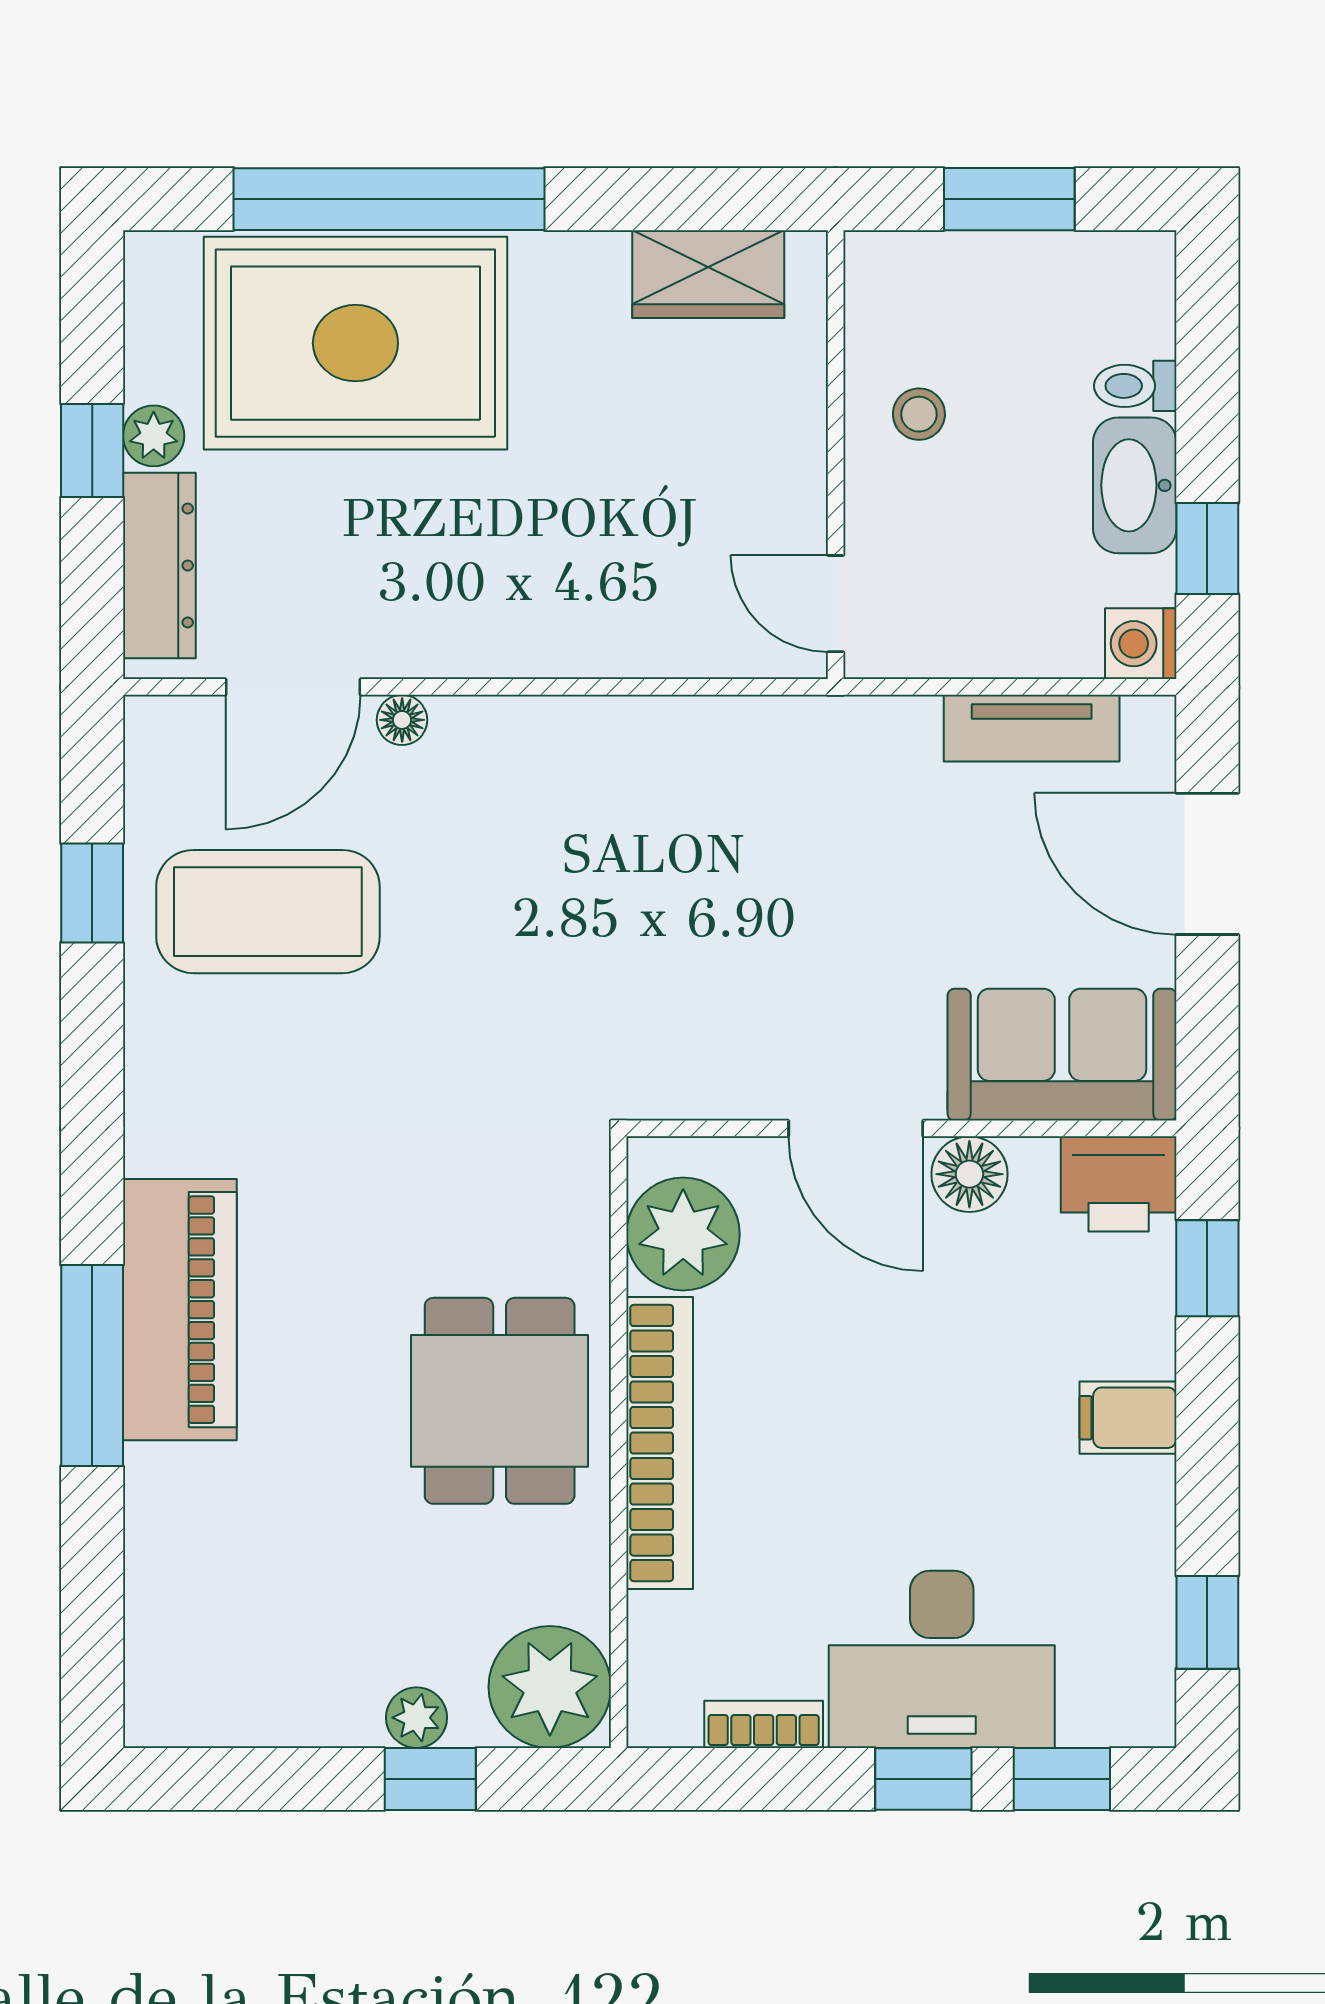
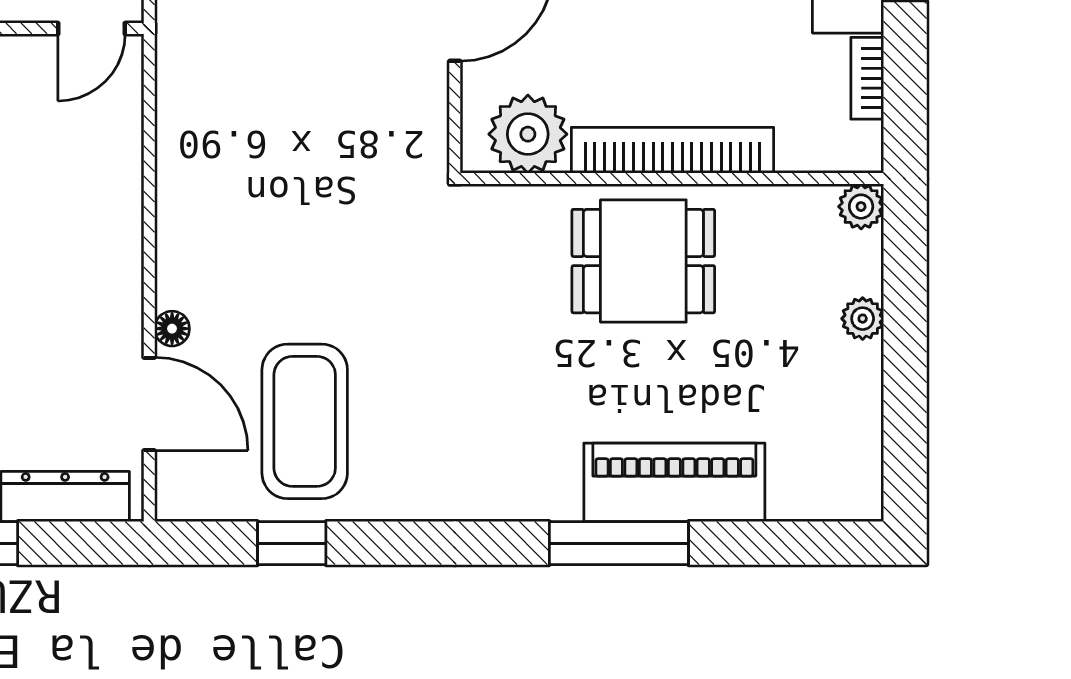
piano: (180, 1310) -> (674, 482), moved
plant: (550, 1687) -> (861, 207), width x0.53, depth x0.53
window: (430, 1779) -> (905, 309), removed

